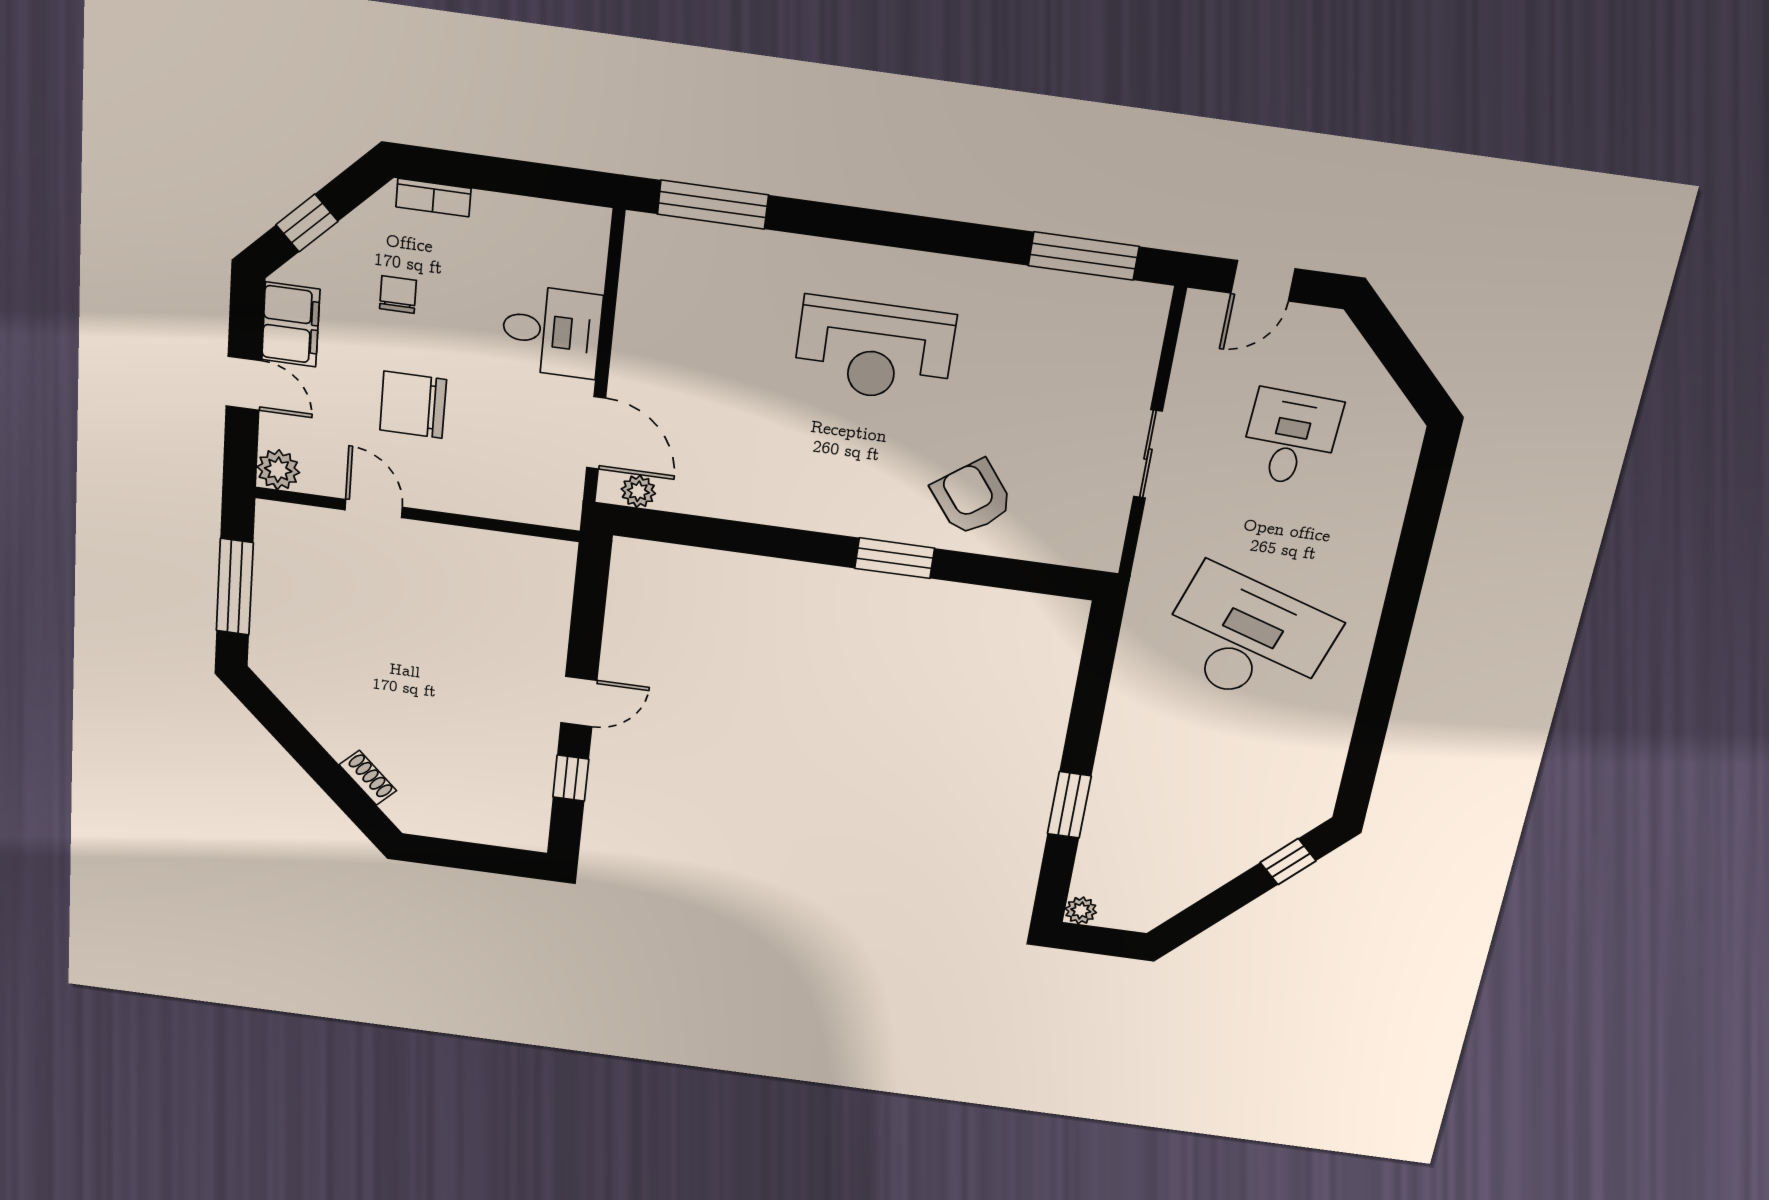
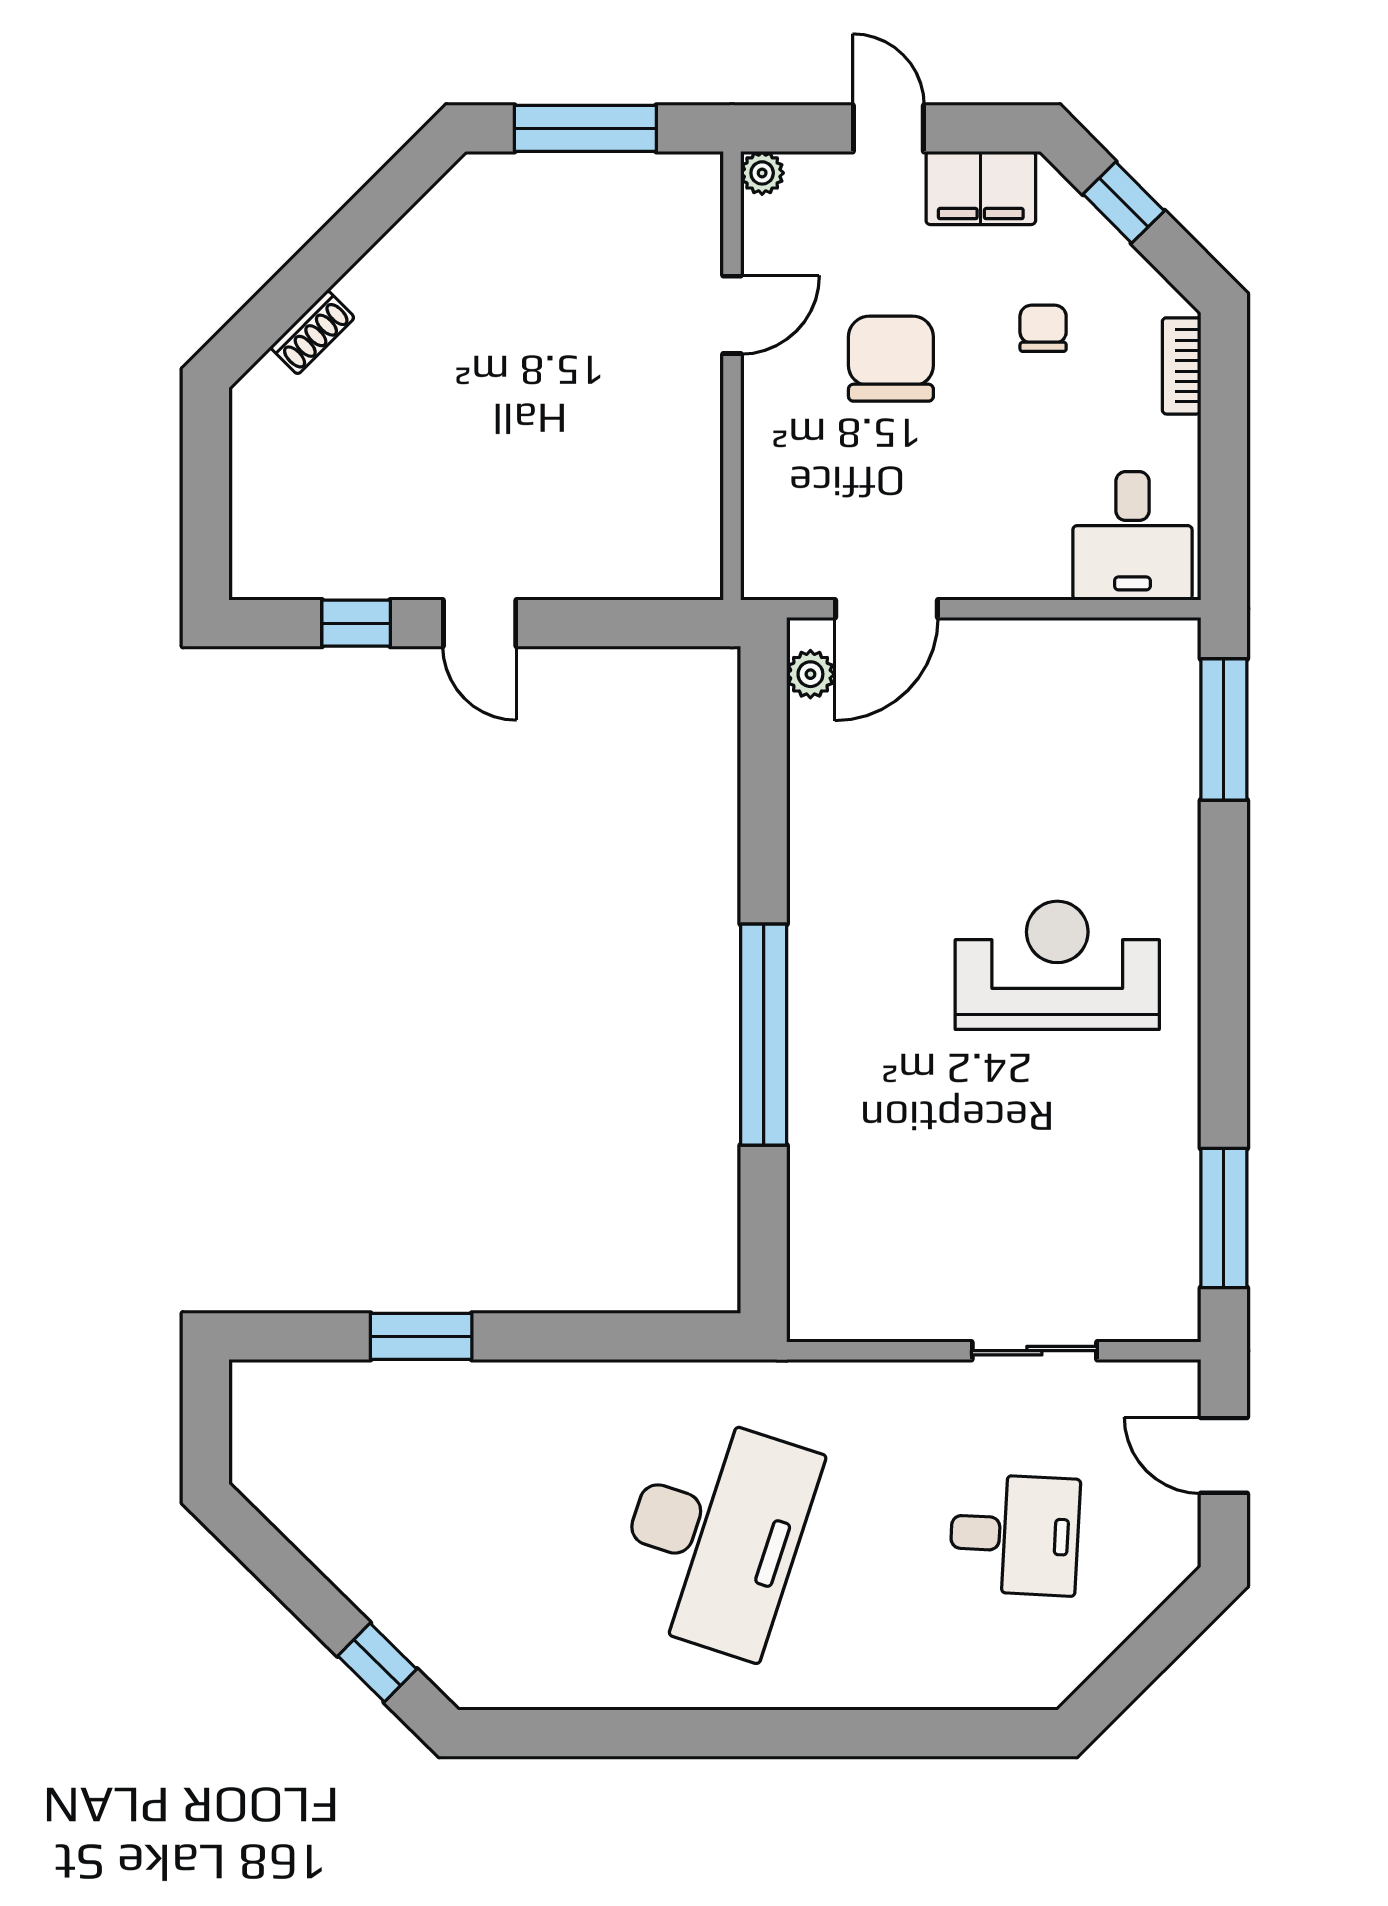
chair: (398, 295) -> (1043, 328), turned -90
desk: (552, 331) -> (1132, 536), moved
reception desk: (874, 350) -> (1057, 965), turned 90
door: (244, 383) -> (888, 128), swing flipped
sliding door: (1148, 454) -> (1034, 1351), moved
plant: (278, 470) -> (762, 173), width x0.73, depth x0.73
armchair: (972, 498) -> (868, 1126), removed
window: (895, 558) -> (764, 1035), width x2.11
plant: (1081, 910) -> (252, 1382), removed

